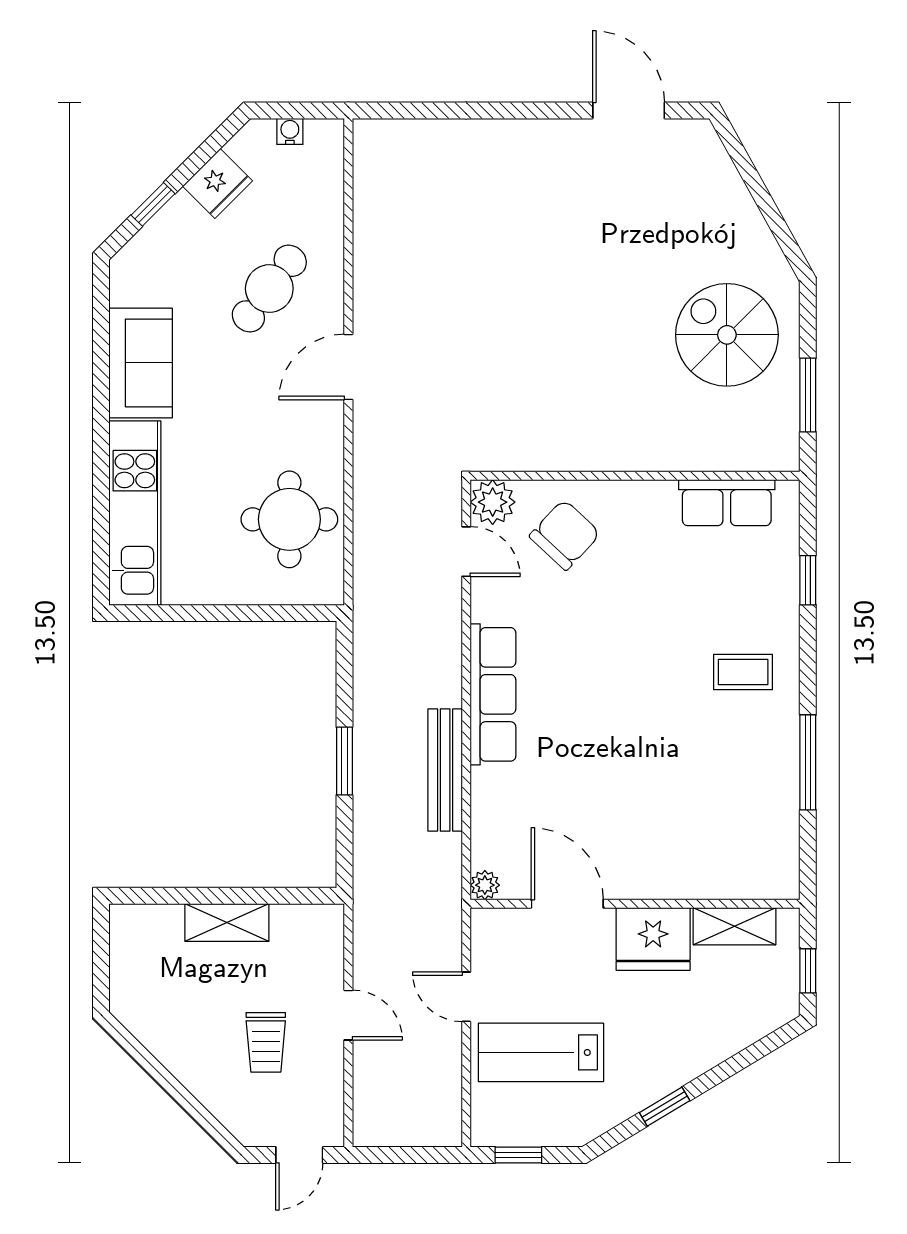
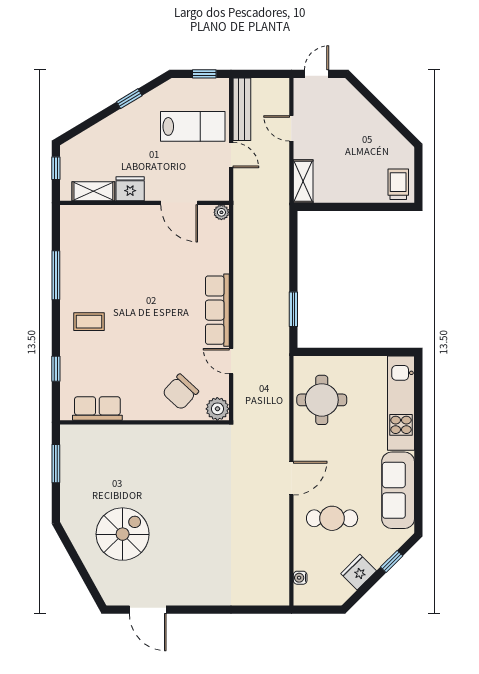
water cooler: (290, 131) -> (300, 578), moved, turned 90
cafe table: (269, 289) -> (332, 518), turned 53
spiral stairs: (727, 335) -> (123, 534), moved, turned -90
sofa: (141, 363) -> (398, 490), width x1.36
door: (466, 552) -> (231, 361), moved
window: (344, 761) -> (293, 309), moved
bench: (445, 770) -> (242, 109), moved
shelving: (227, 923) -> (303, 181), moved, turned 90
fridge: (653, 939) -> (130, 189), width x0.73, depth x0.75
door: (348, 1015) -> (291, 128), moved
trolley: (266, 1042) -> (398, 184), moved

